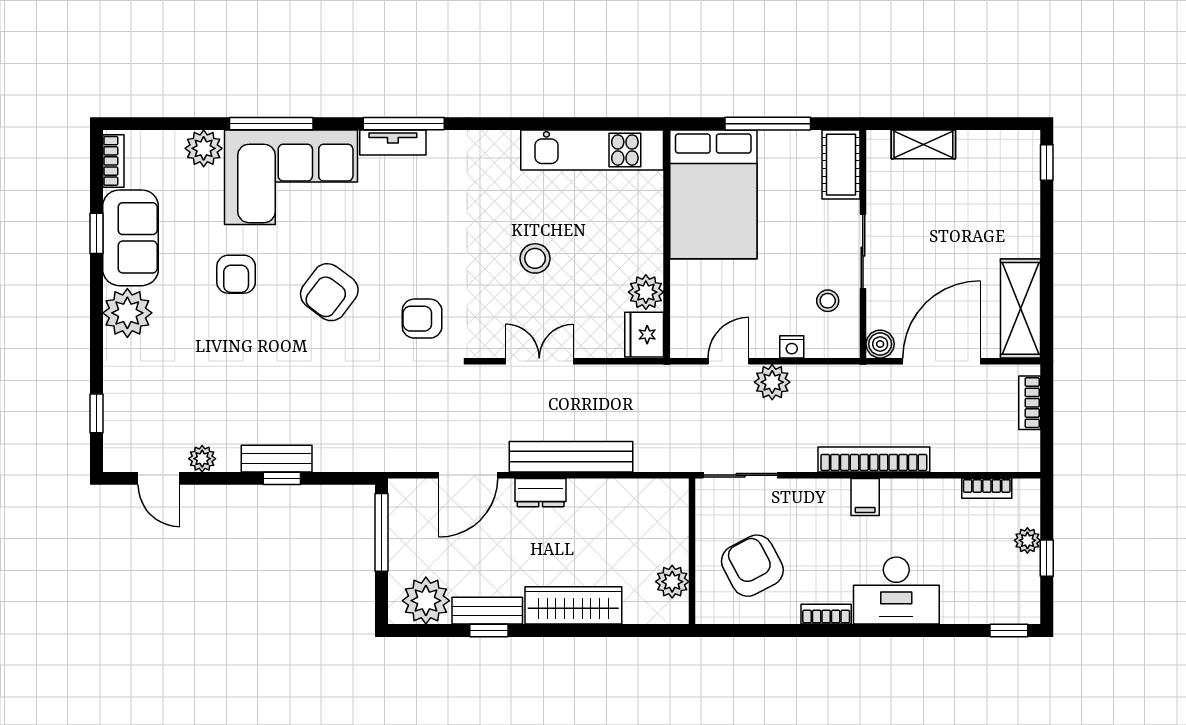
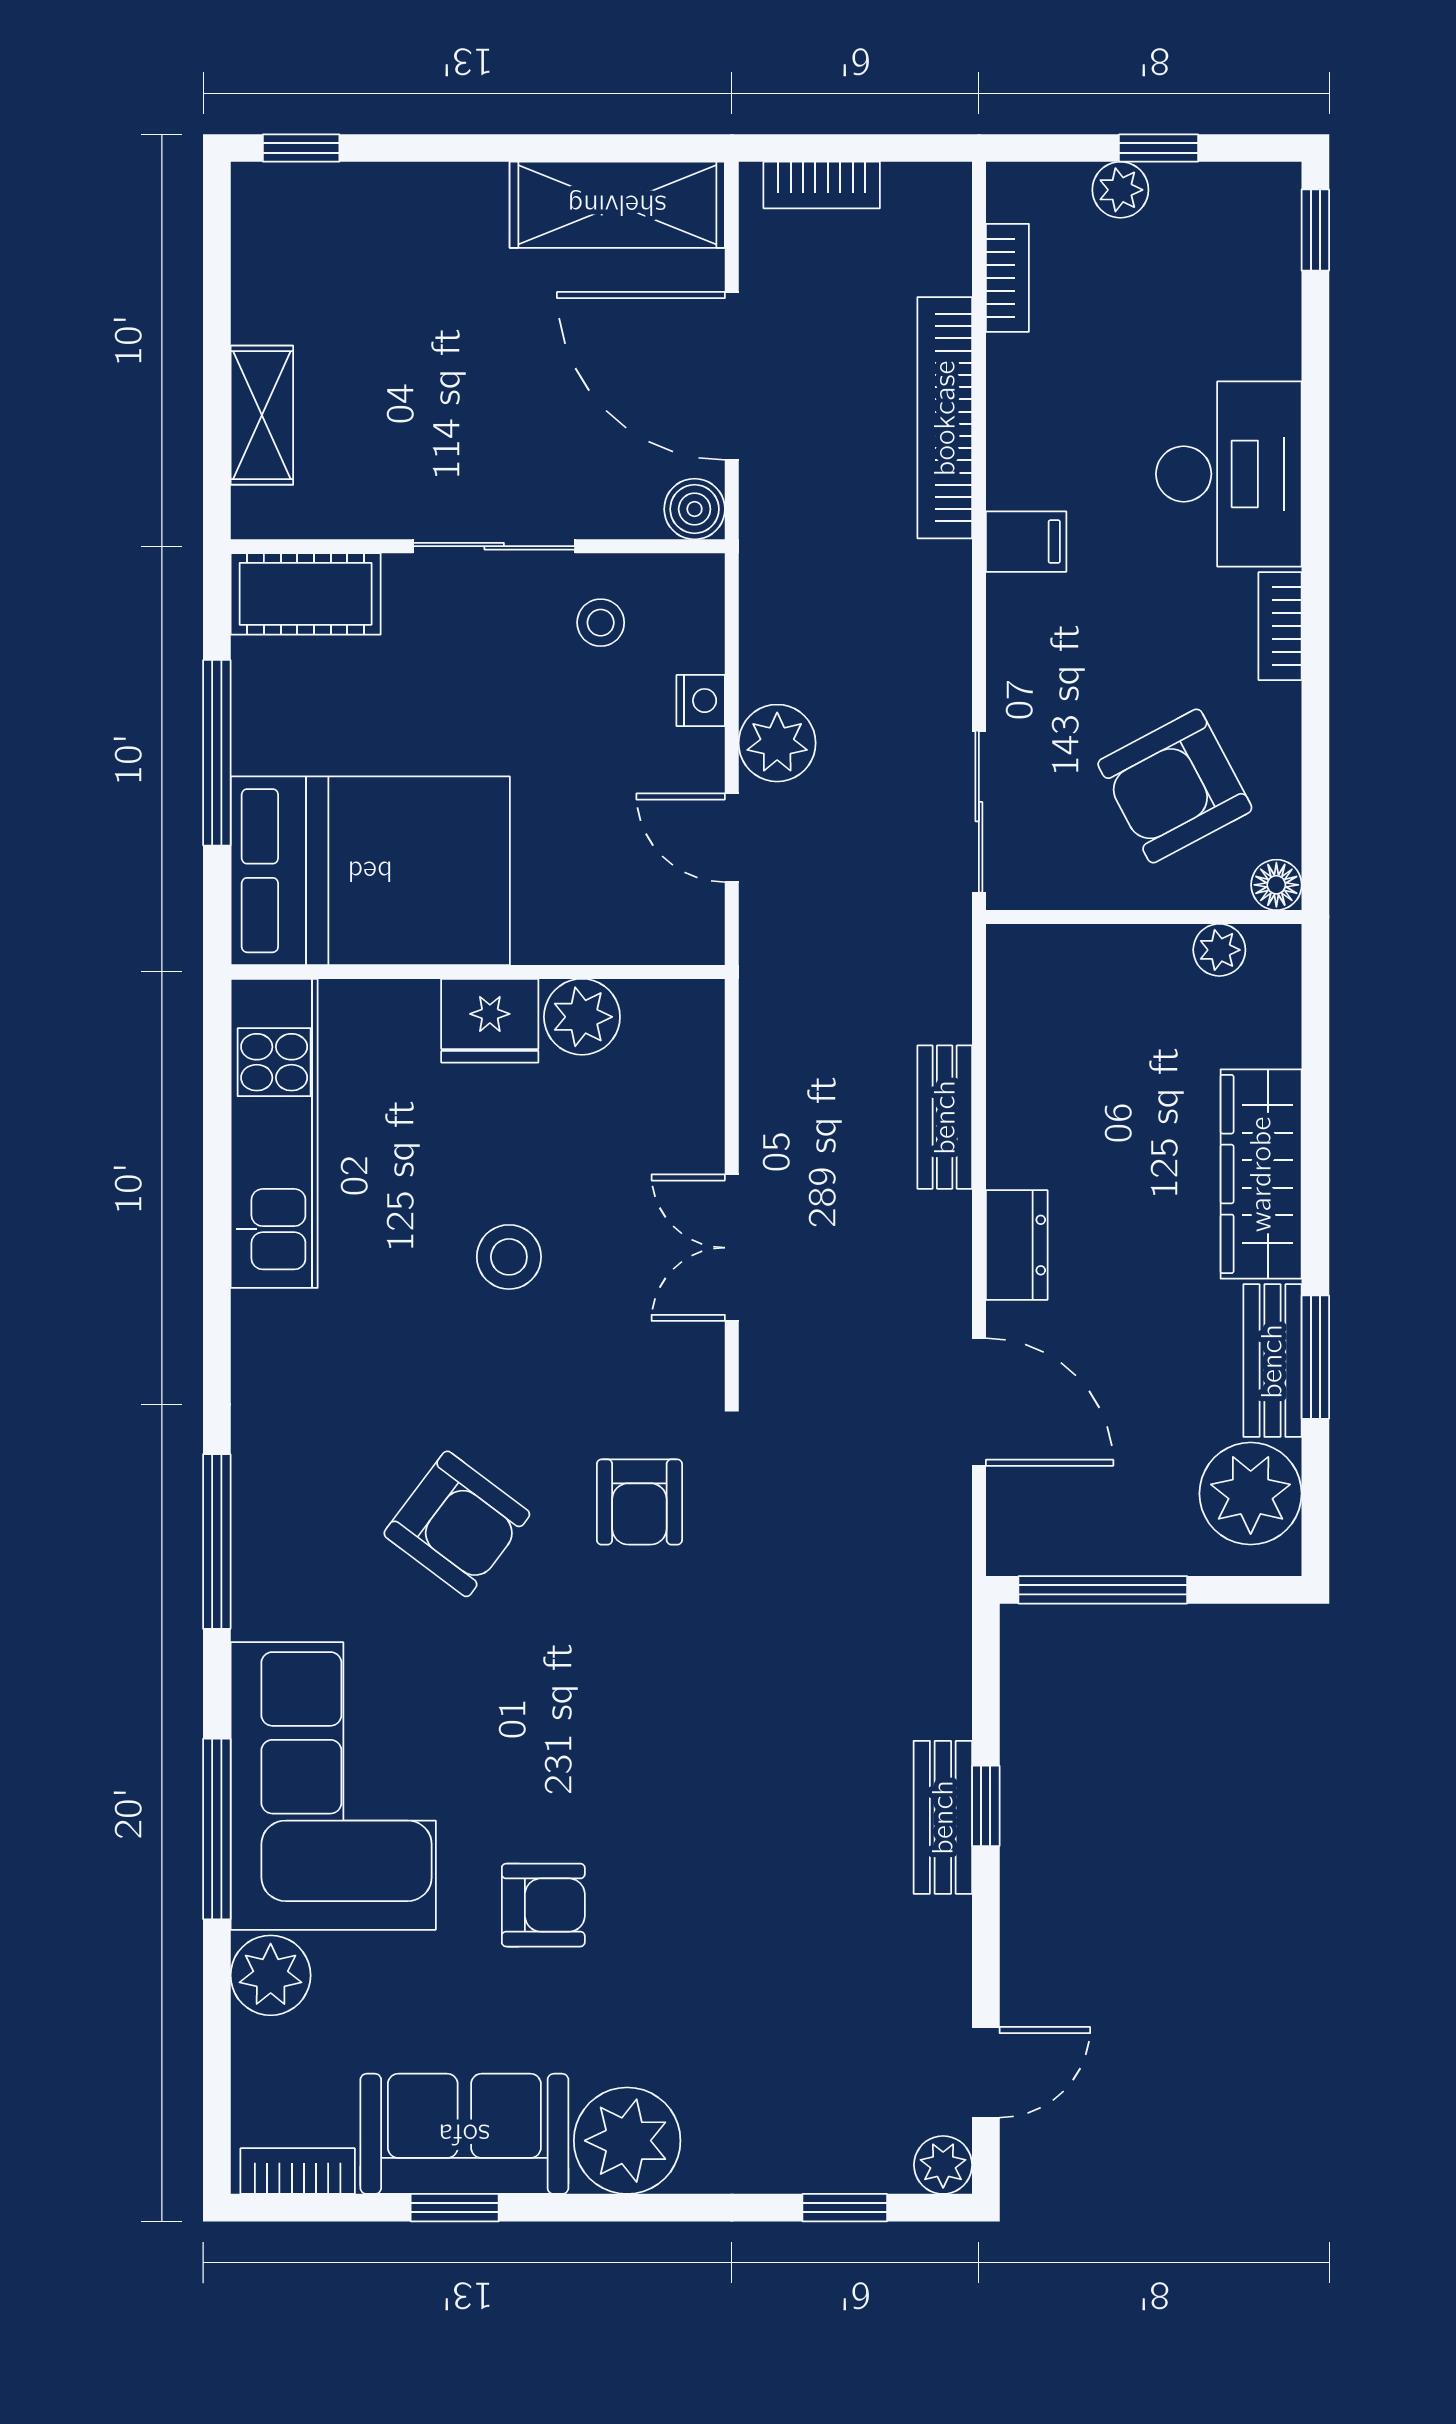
tv unit: (393, 143) -> (258, 1565), removed
armchair: (329, 292) -> (457, 1524), moved
fridge: (644, 335) -> (490, 1021), moved
bench: (571, 457) -> (945, 1117), width x0.54, depth x0.82
plant: (202, 459) -> (943, 2165), moved
bookcase: (874, 459) -> (945, 418), moved
plant: (672, 582) -> (1219, 950), width x0.73, depth x0.73
floor lamp: (707, 612) -> (1276, 885), added
window: (489, 630) -> (1315, 1357), width x1.50

